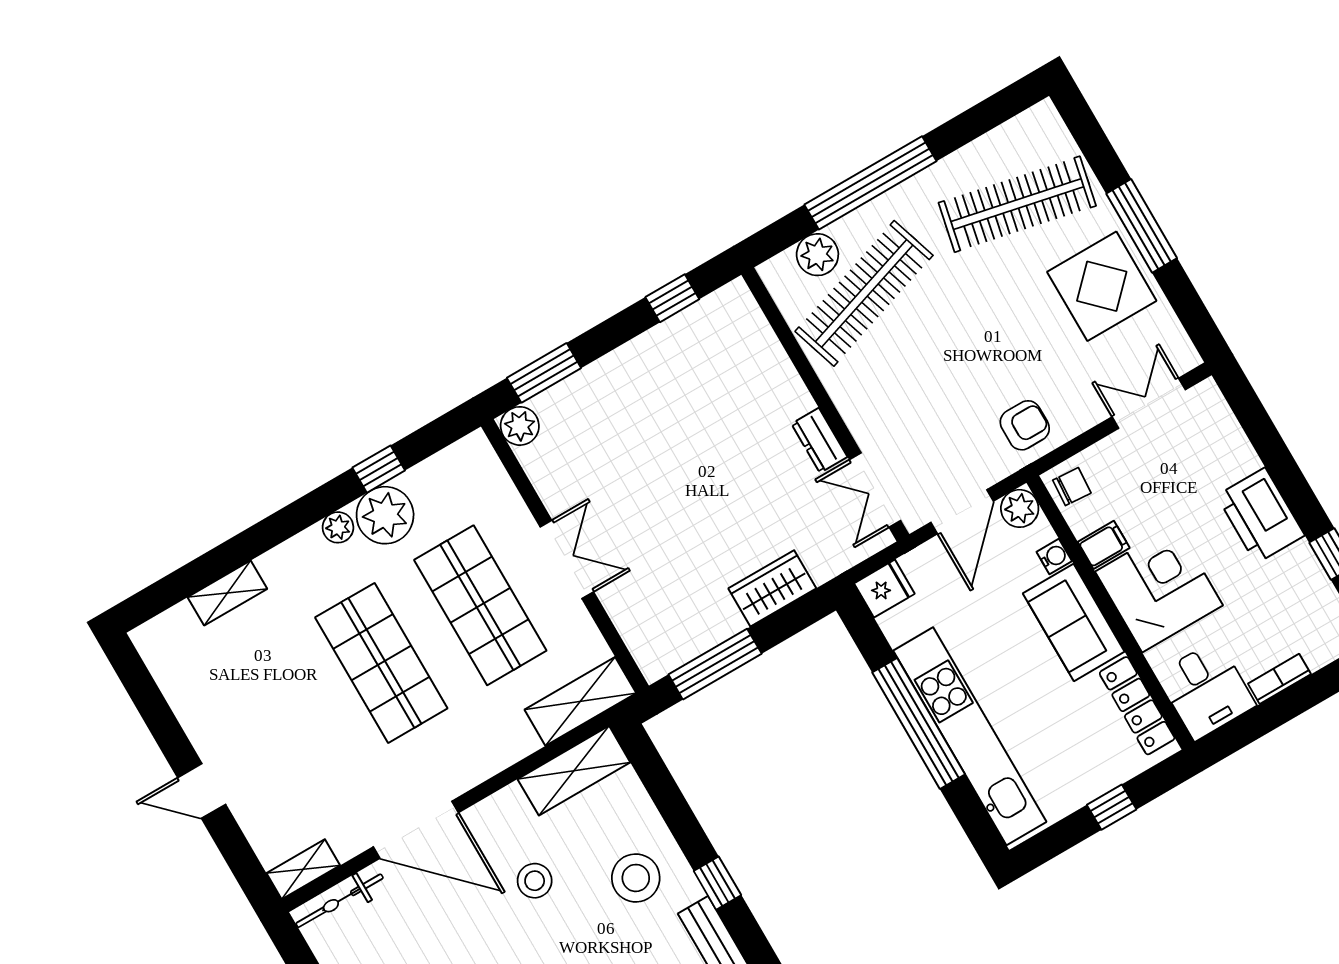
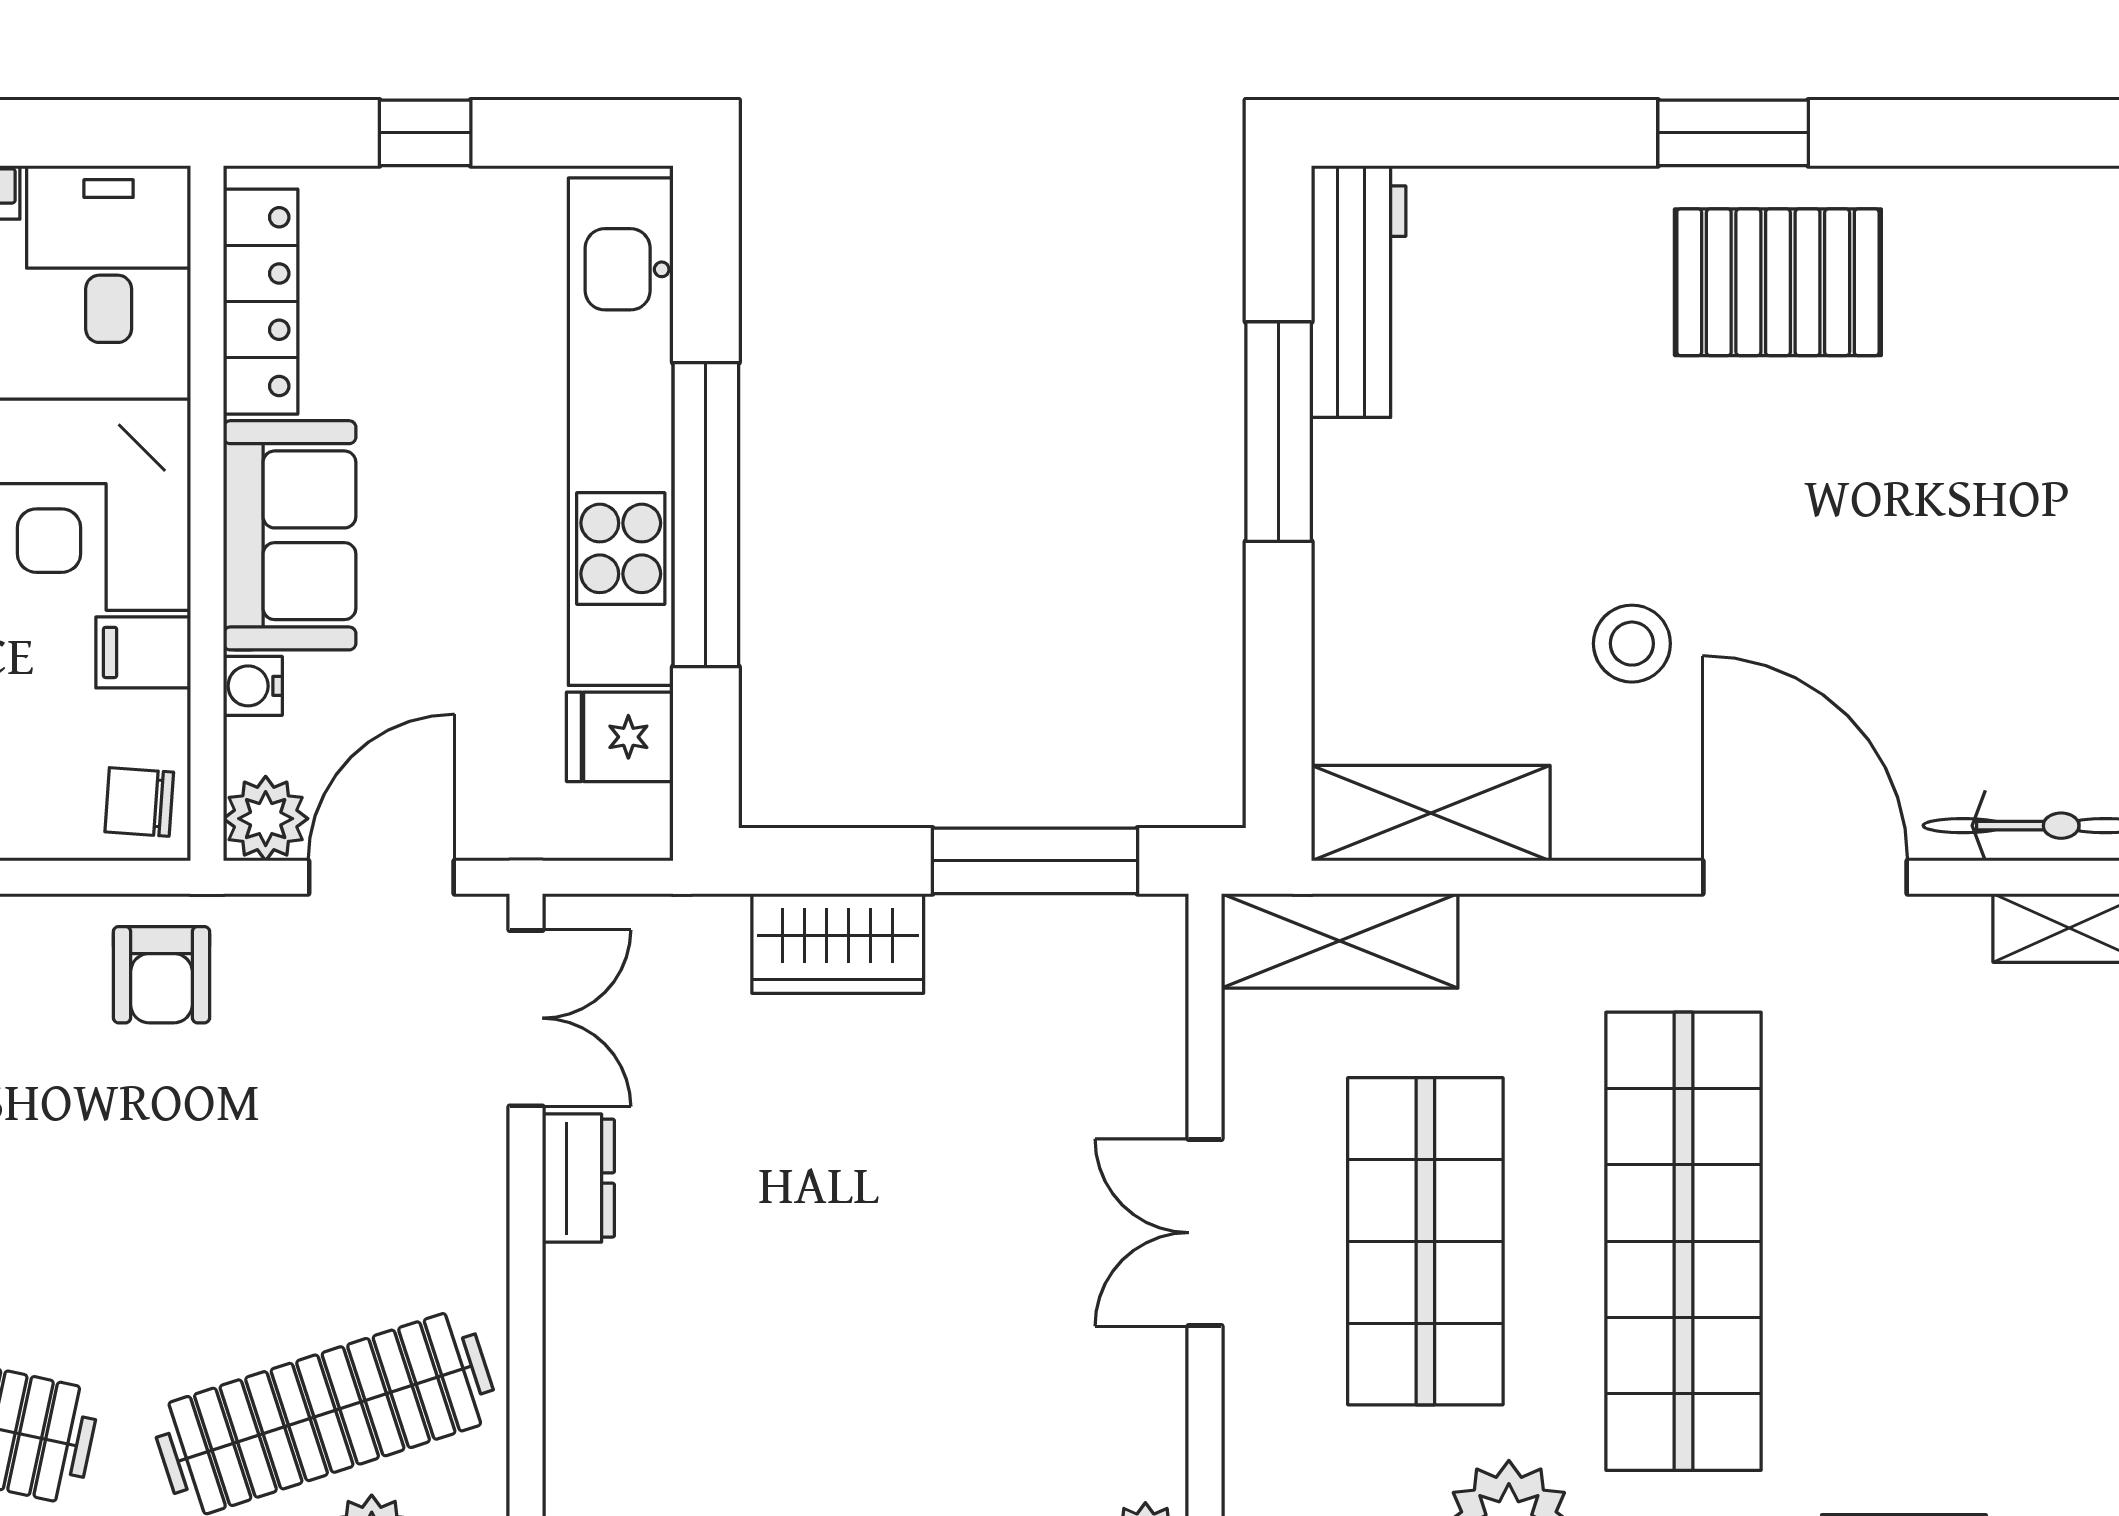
armchair: (1025, 425) -> (161, 975), turned -90
fridge: (884, 589) -> (620, 737), moved
shop shelf: (381, 663) -> (1683, 1241), width x1.40
stool: (636, 878) -> (1432, 534), removed
window: (717, 883) -> (1279, 432), width x2.17

